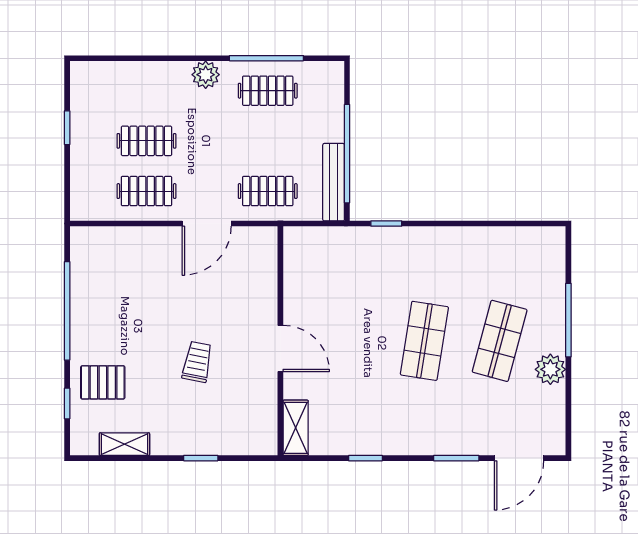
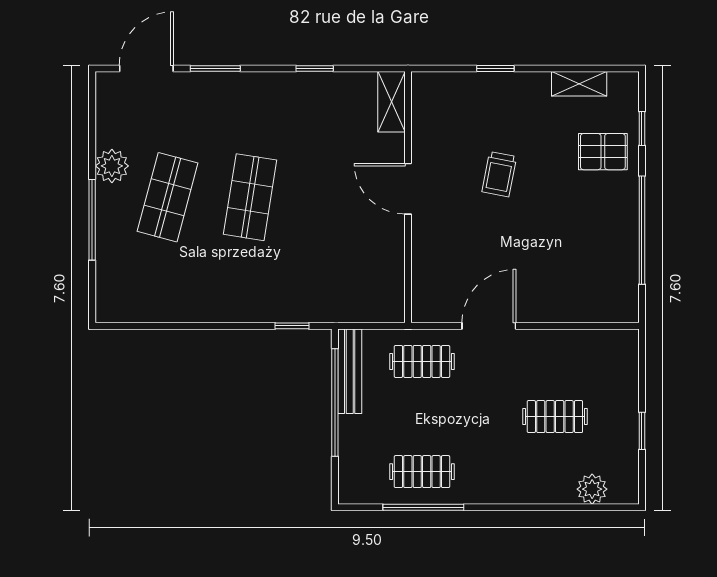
plant: (206, 75) -> (592, 489), moved
clothes rail: (146, 191) -> (555, 361), removed

